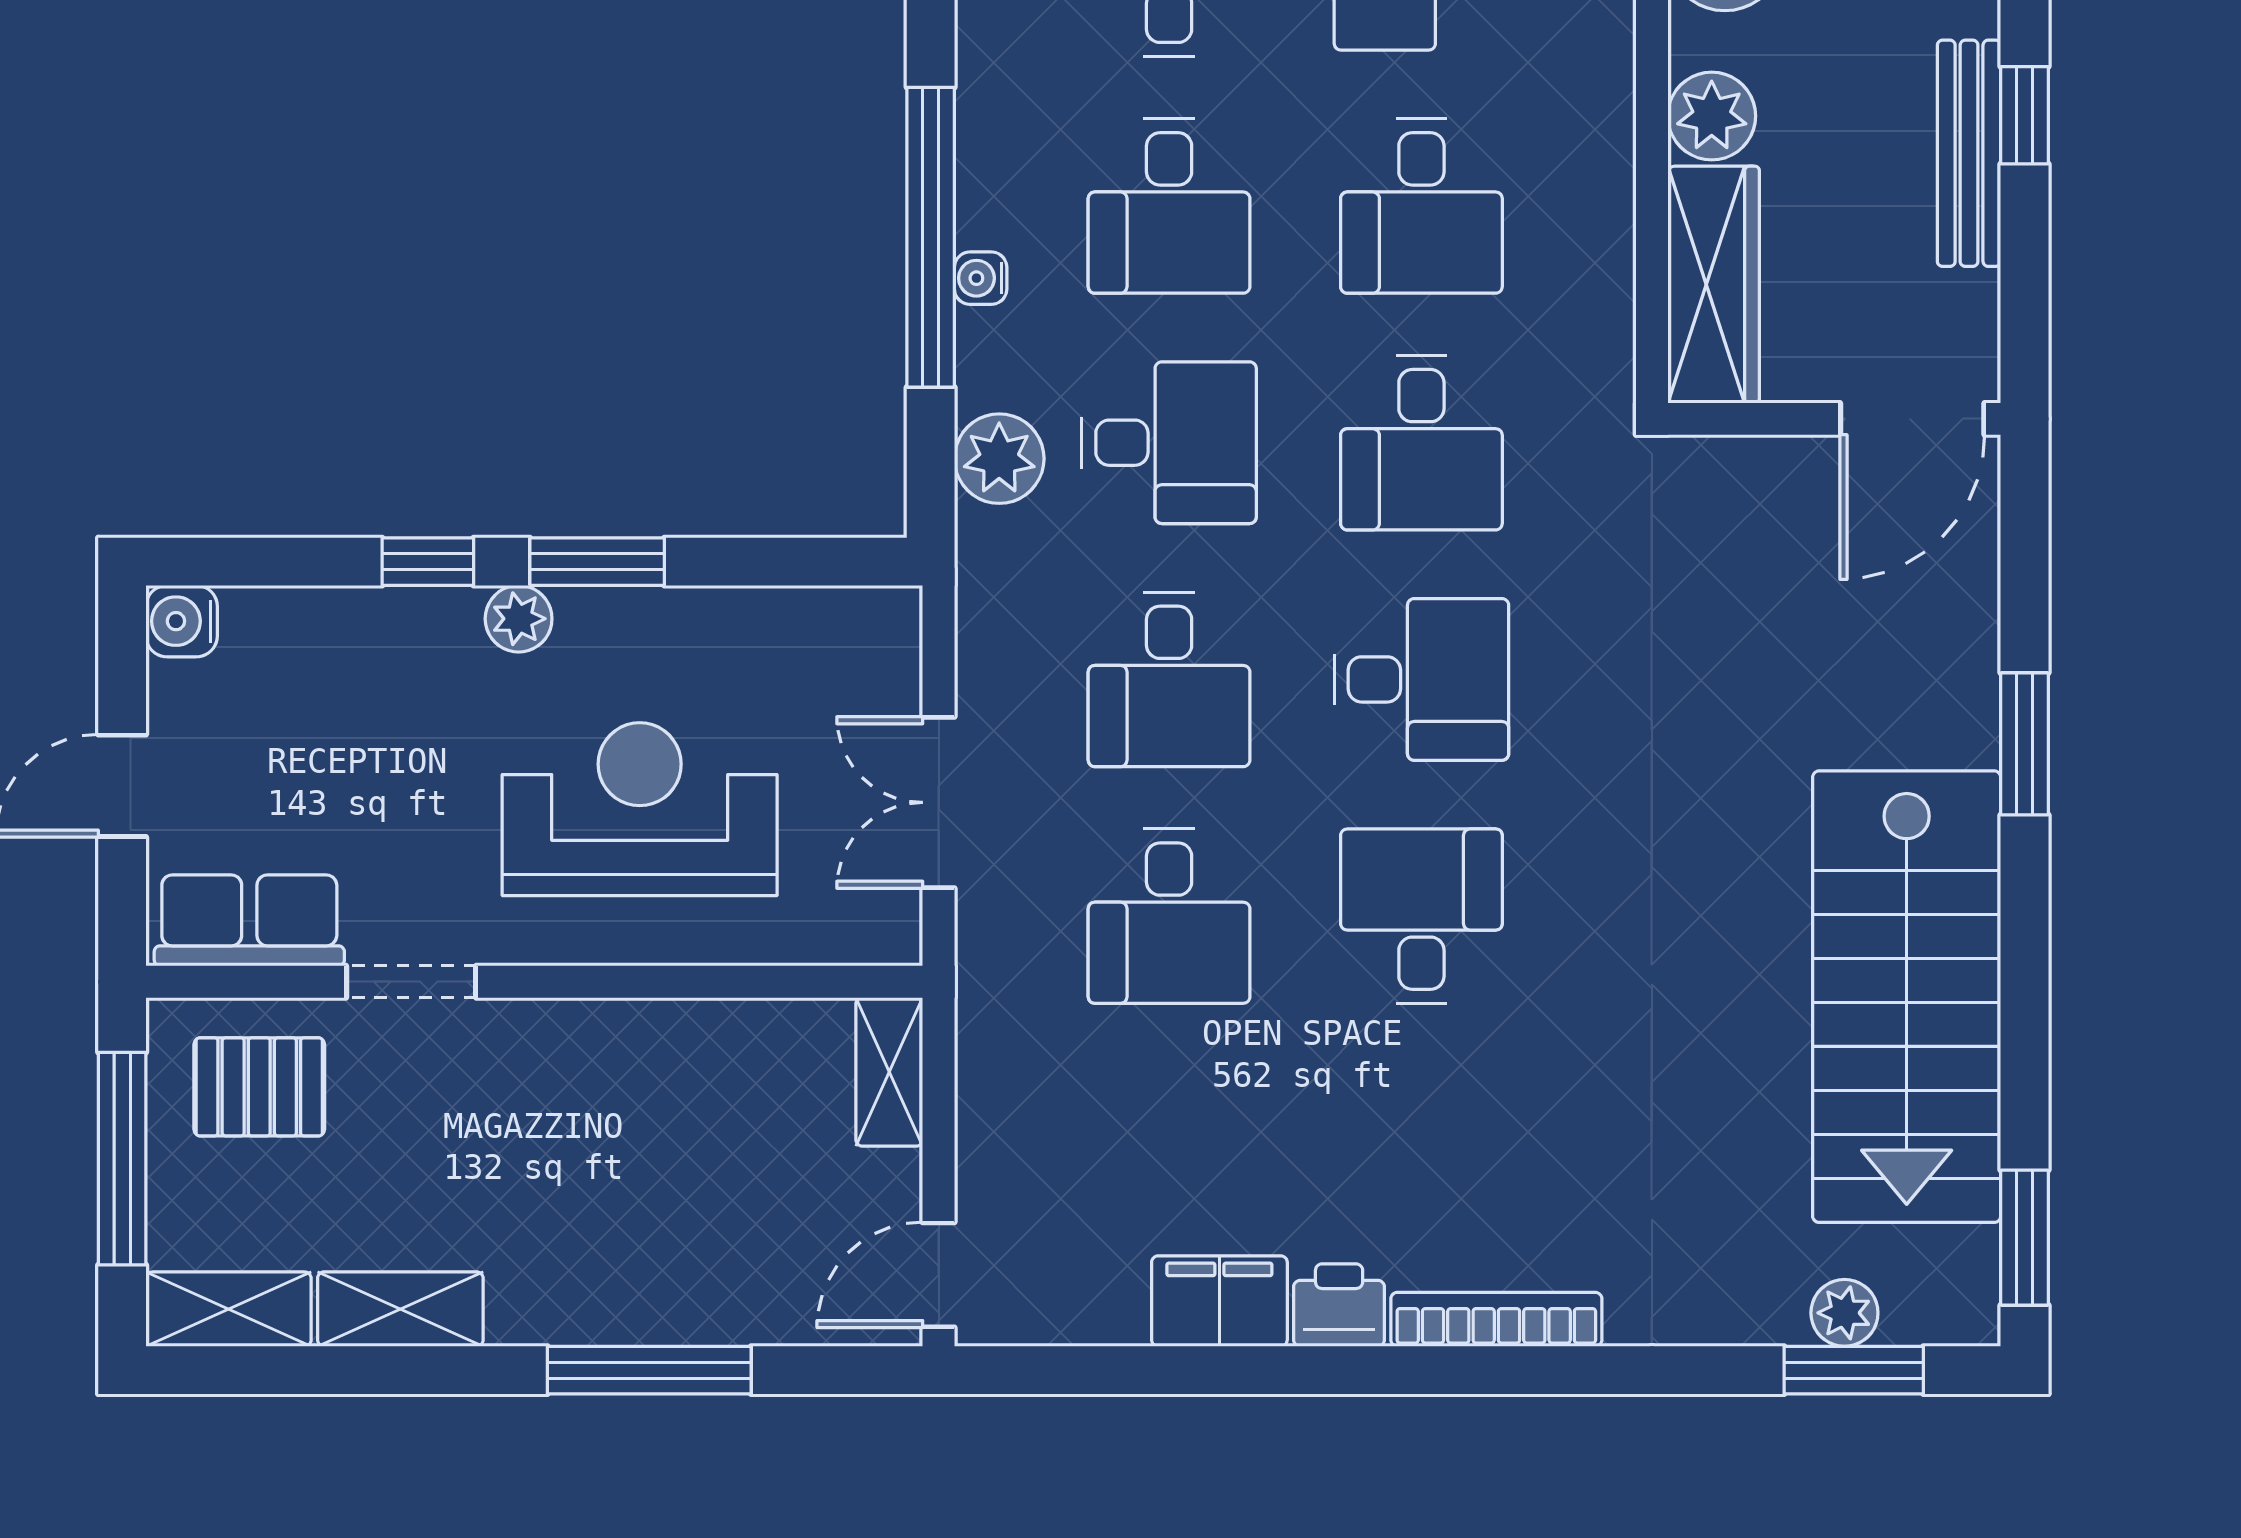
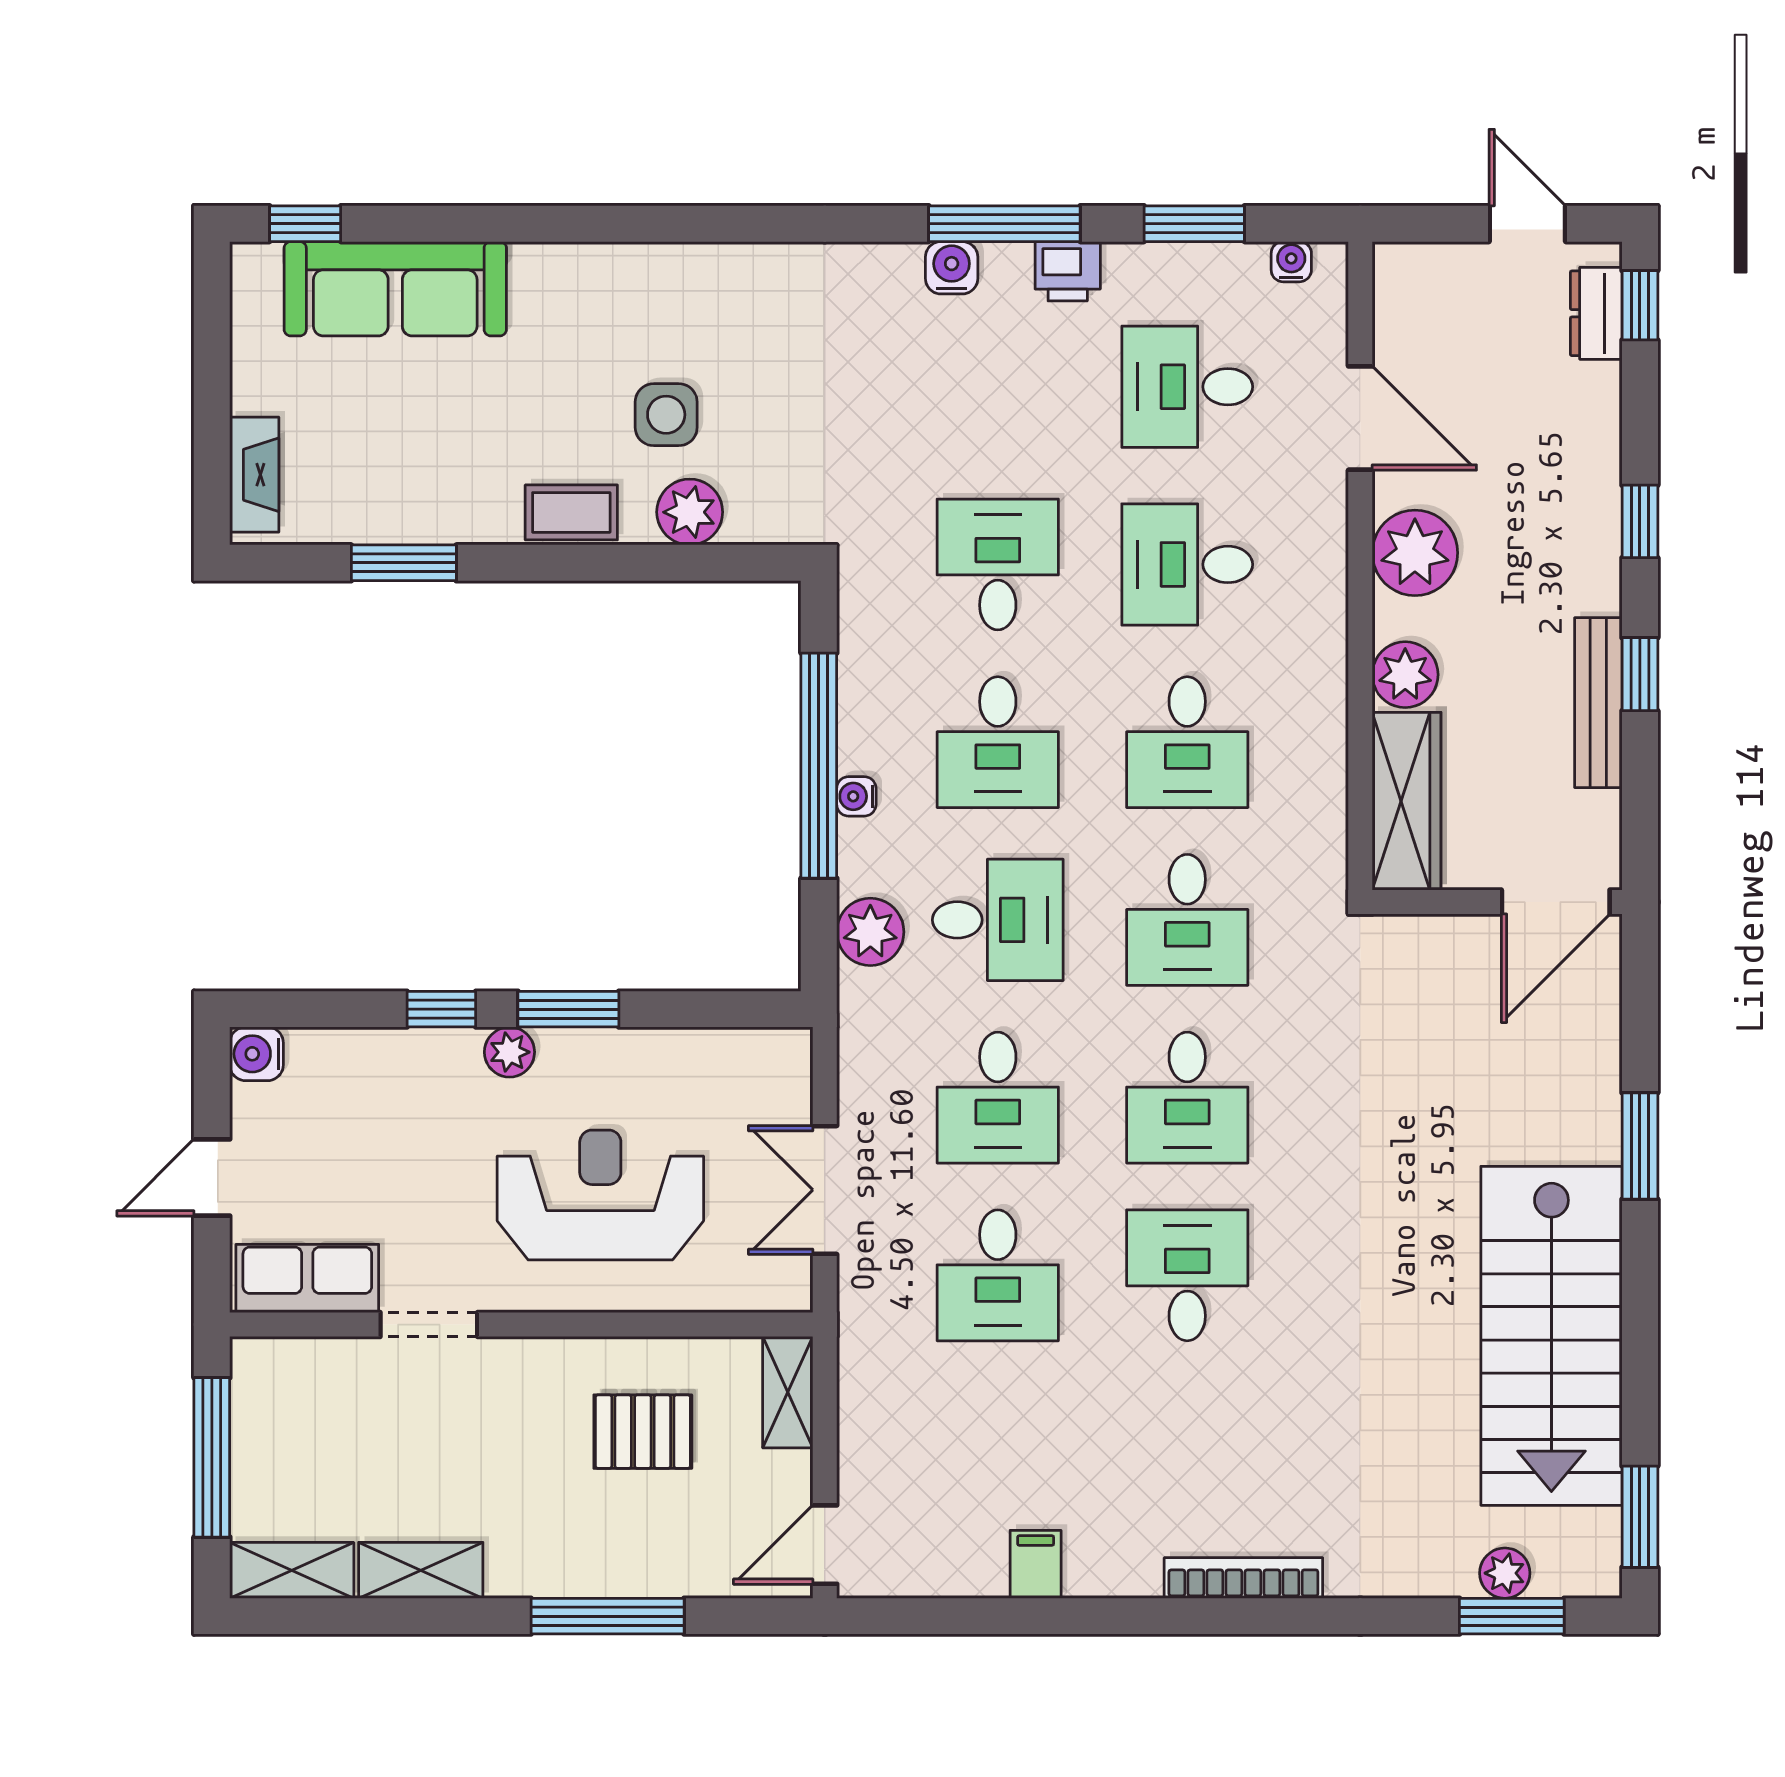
desk: (1421, 679) -> (1187, 1098), turned 90
pallet: (259, 1087) -> (643, 1432), moved
filing cabinet: (1219, 1301) -> (1036, 1564), width x0.50
printer: (1339, 1305) -> (1125, 1567), removed

